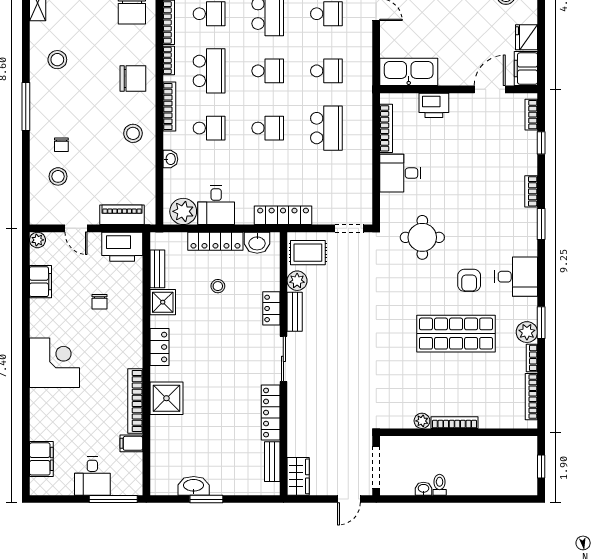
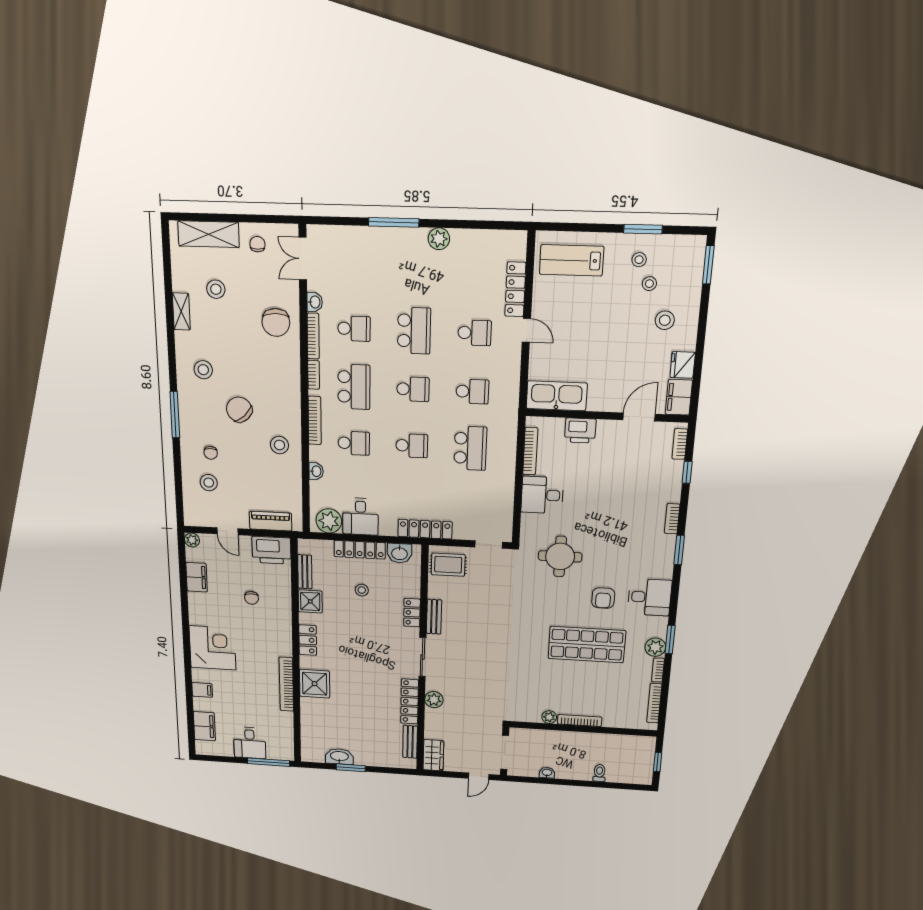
chair: (133, 79) -> (239, 409), moved, turned -133
plant: (297, 281) -> (434, 700), moved
filing cabinet: (131, 443) -> (202, 690), moved, turned 180
toilet: (440, 485) -> (599, 773), moved

